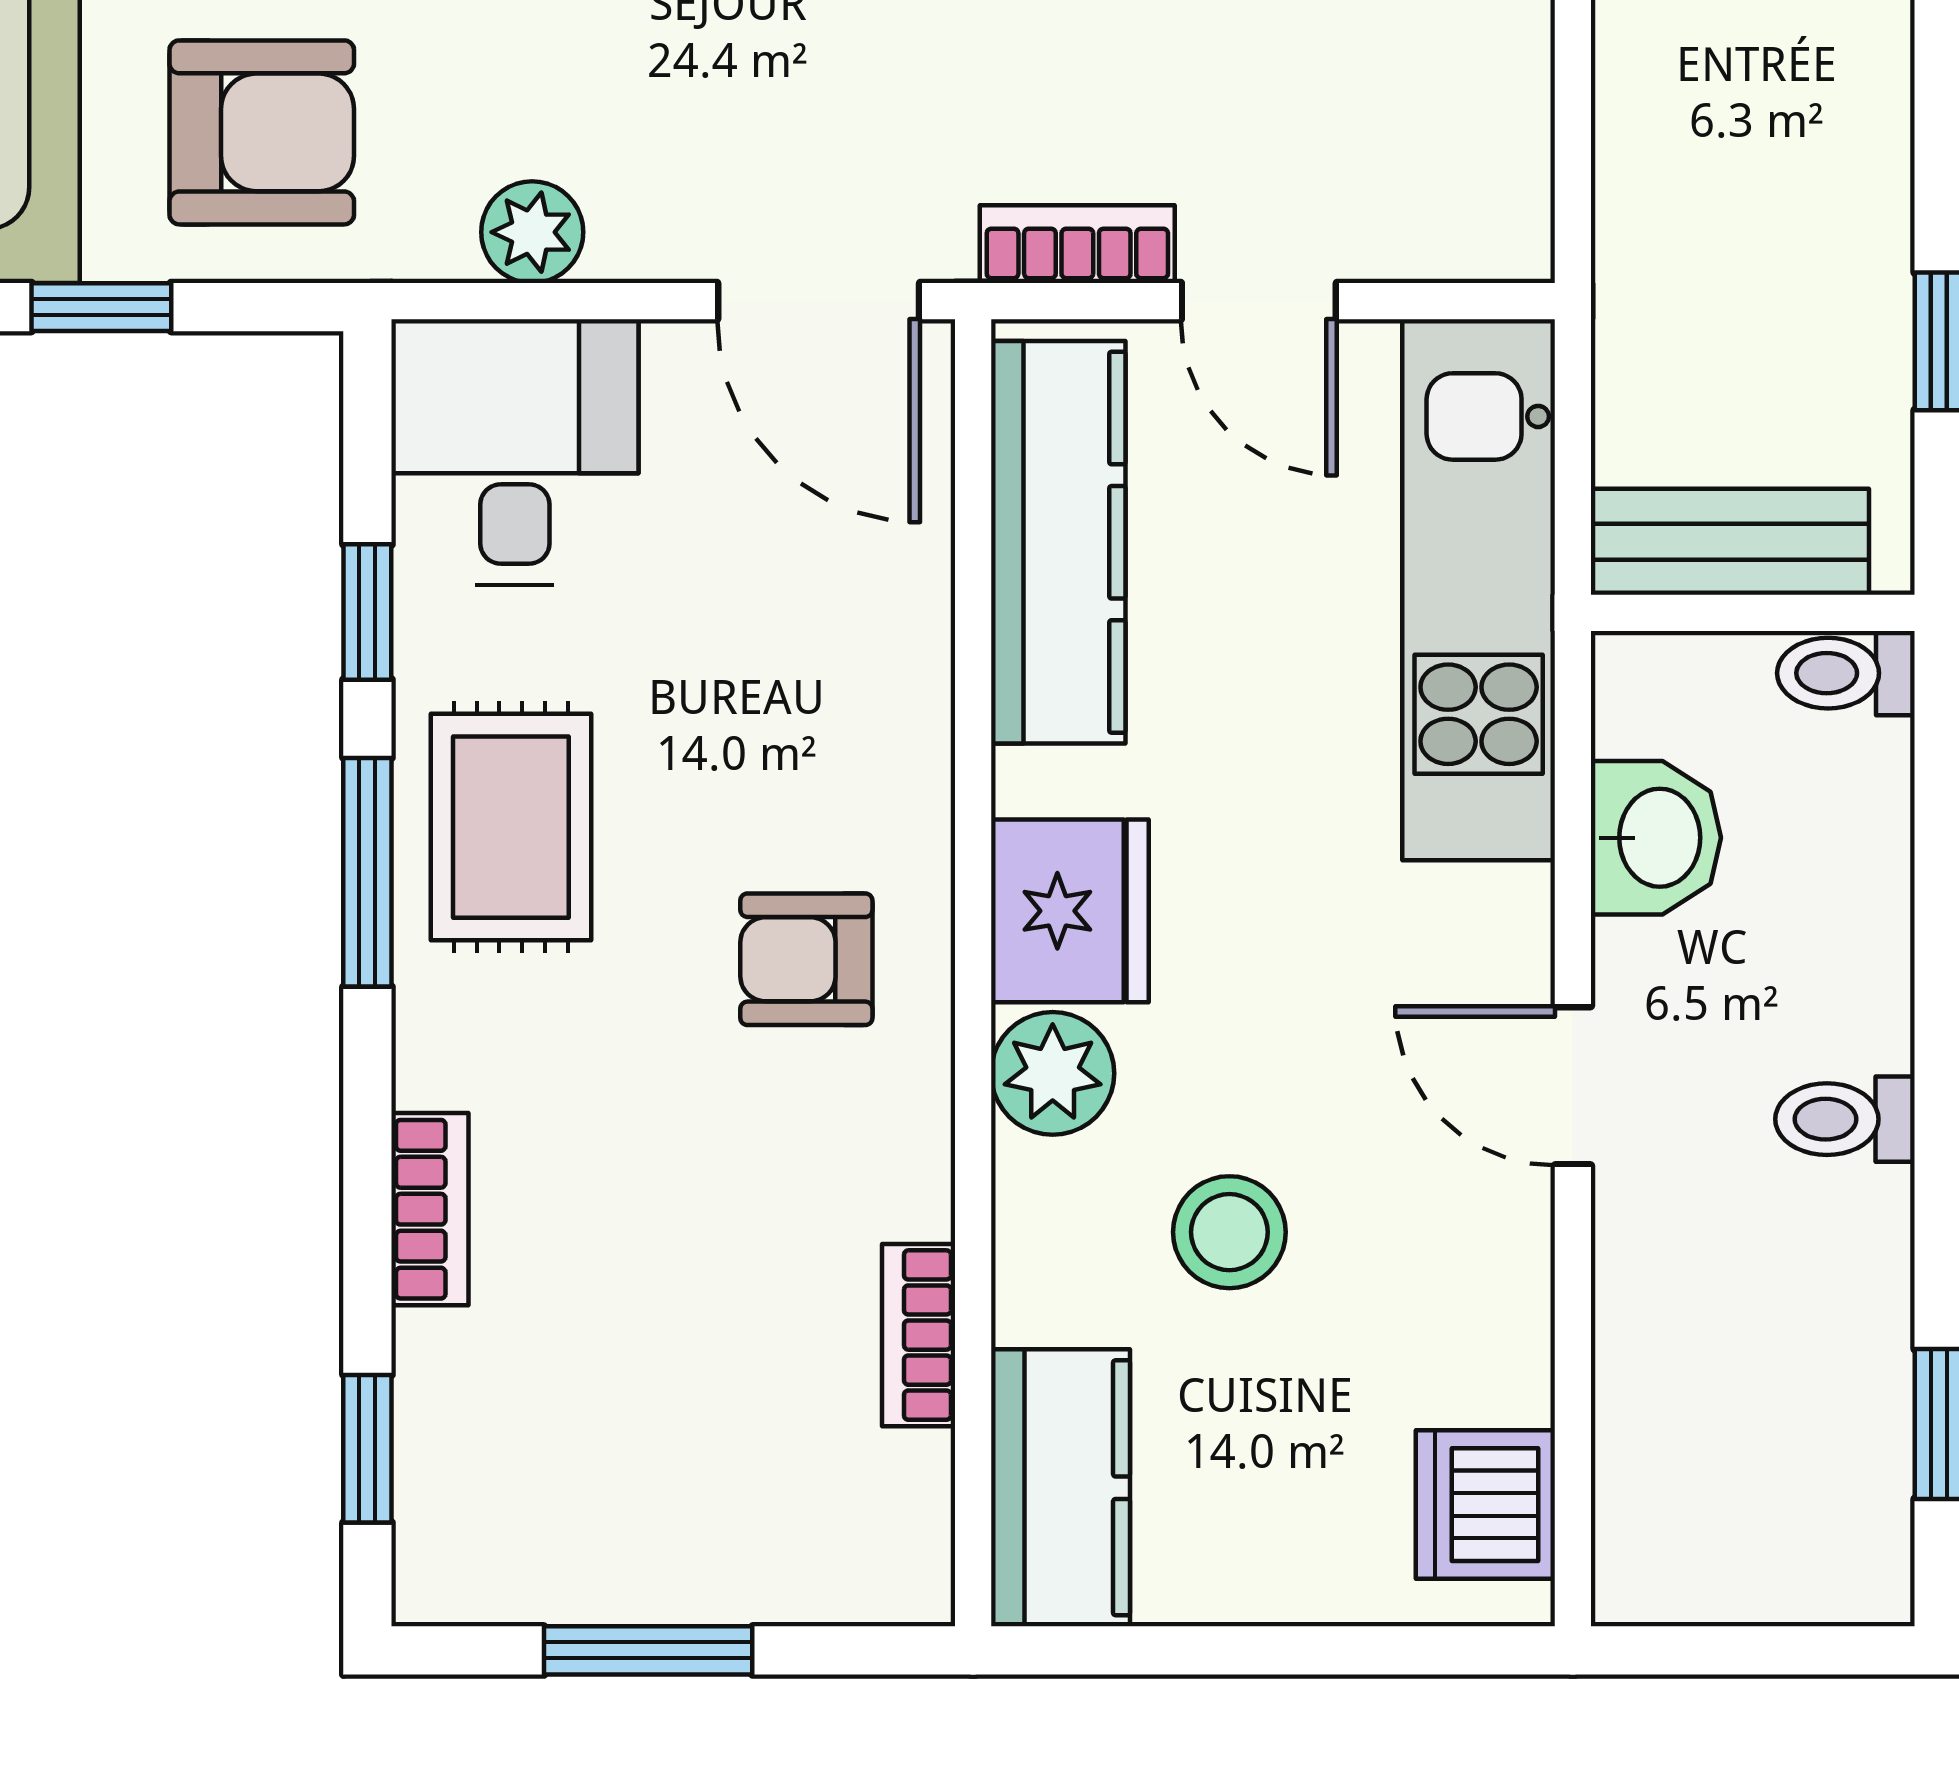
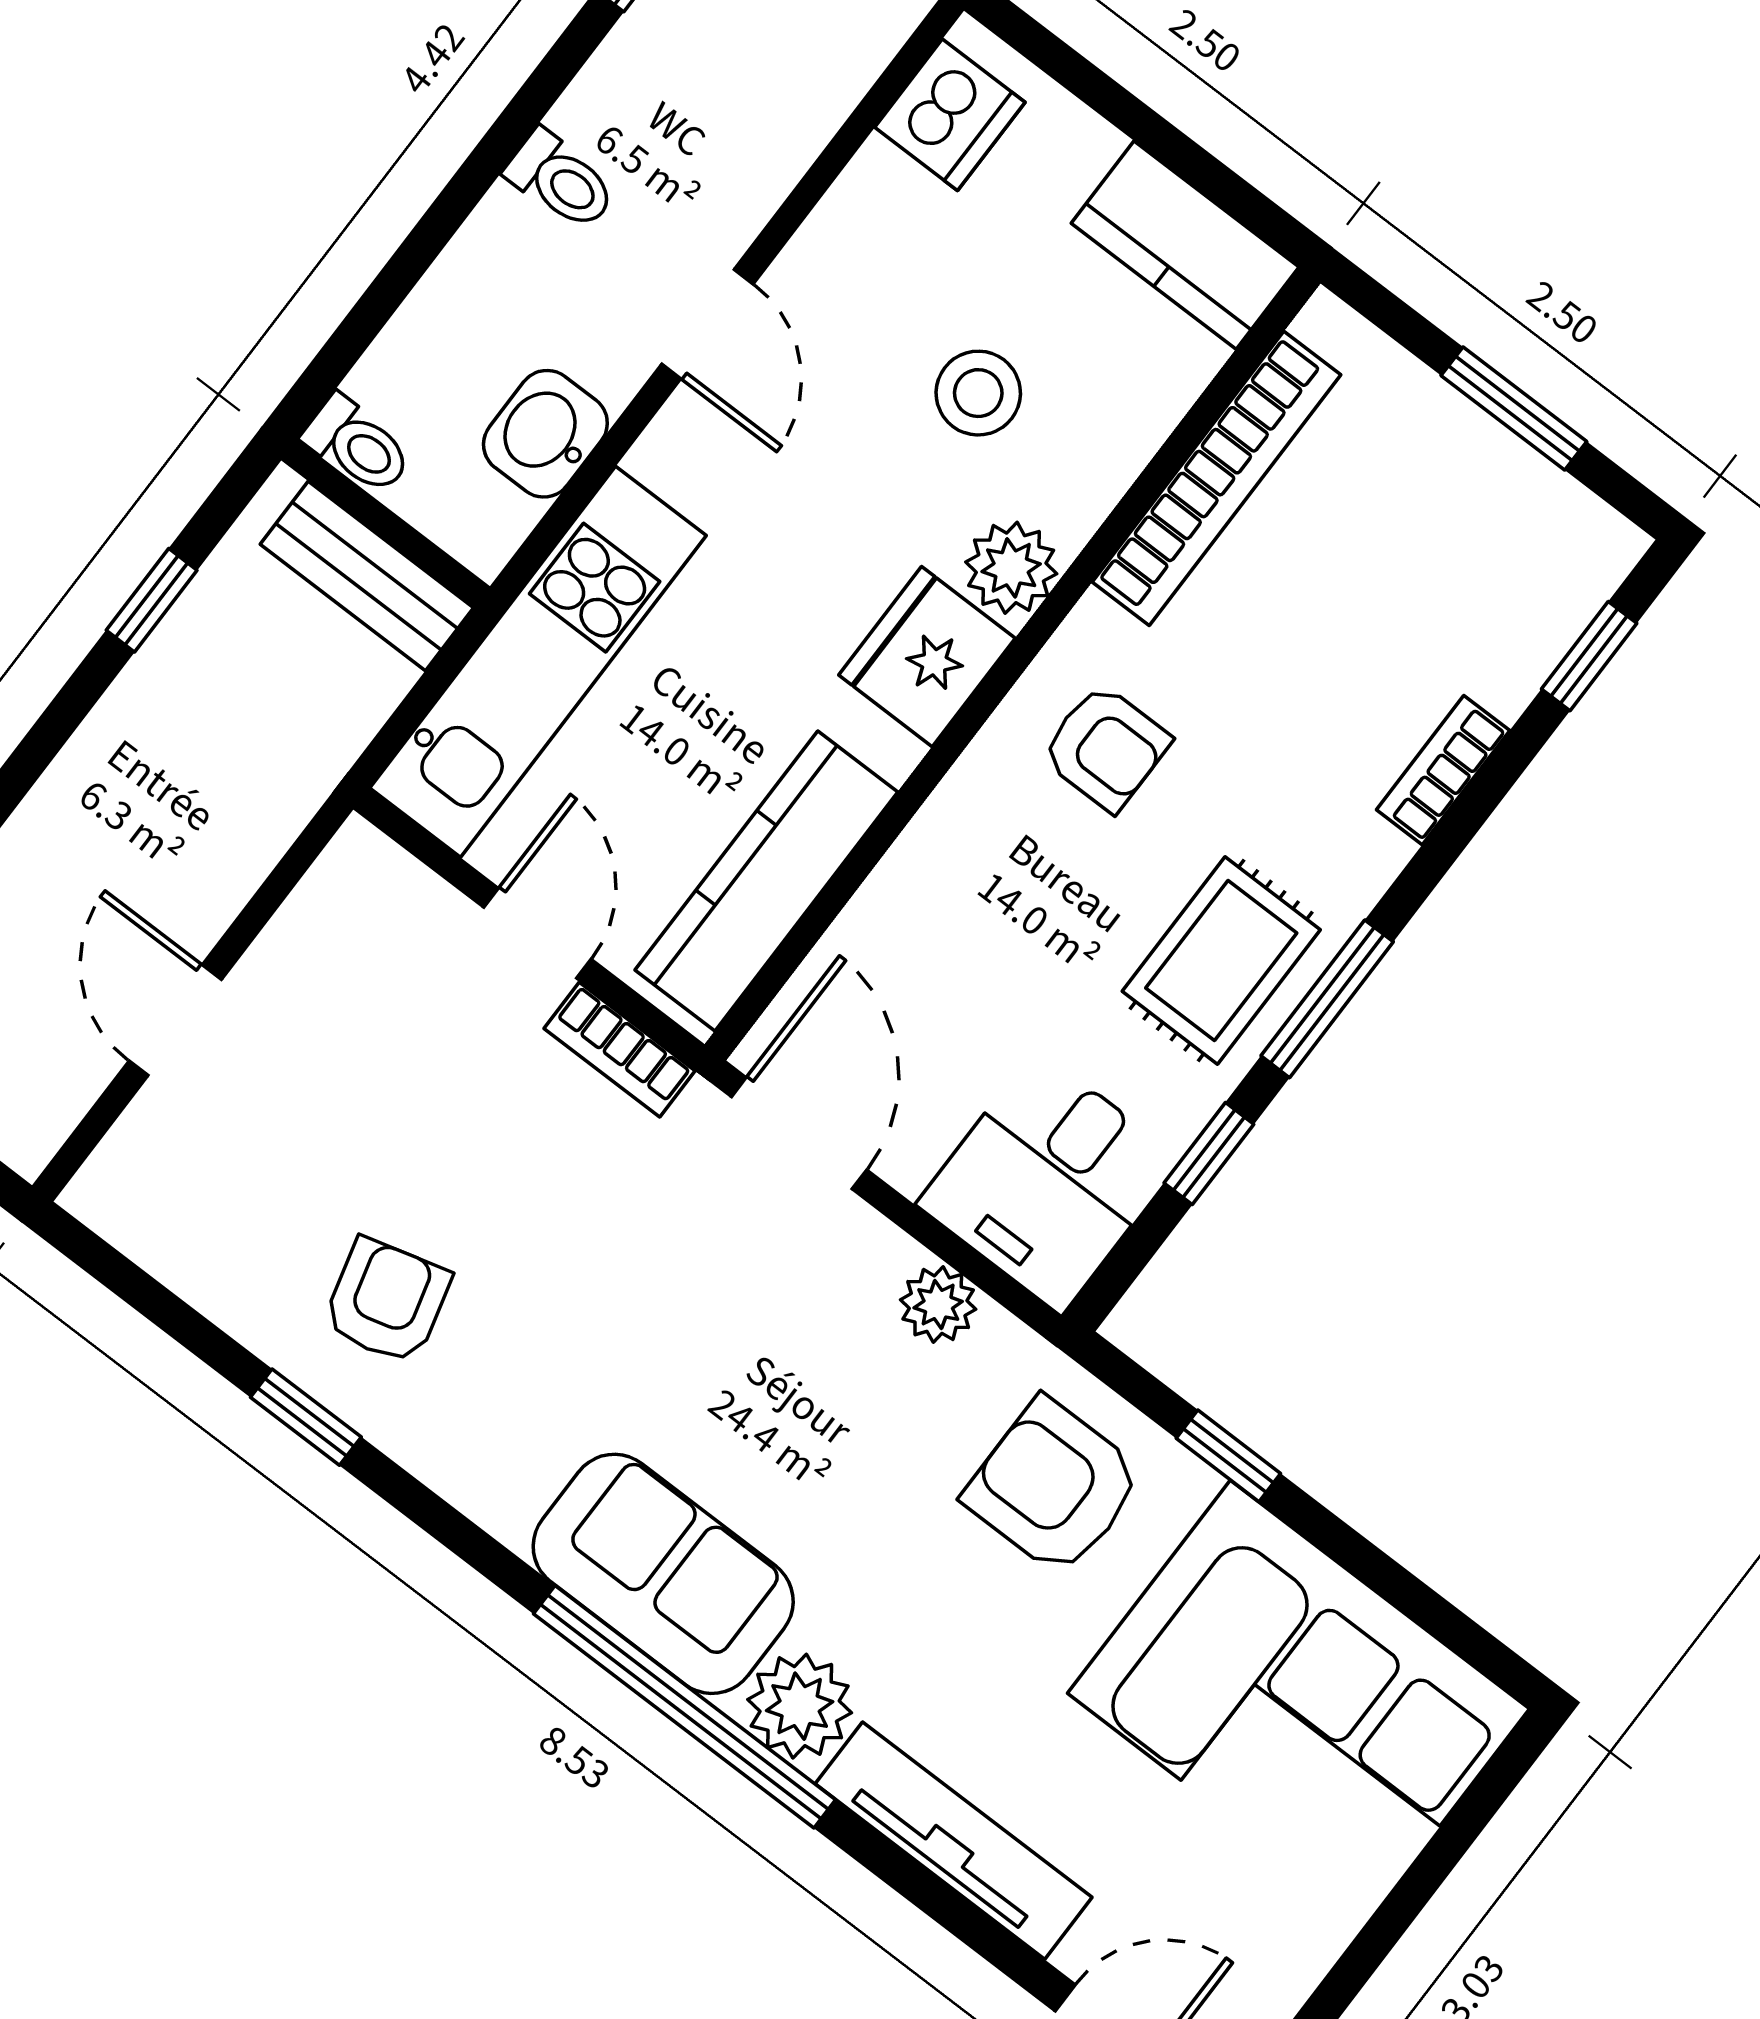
bookcase: (919, 1335) -> (1217, 478), width x2.31, depth x1.31
kitchen counter: (1060, 1488) -> (1185, 245), moved, turned -90

